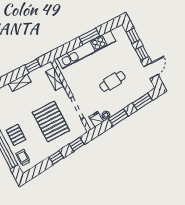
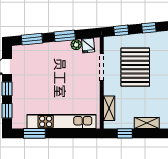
window: (89, 36) -> (34, 133), moved
cafe table: (112, 81) -> (52, 75), removed

